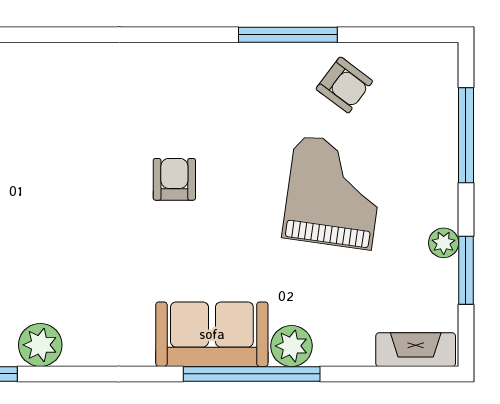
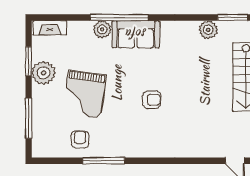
armchair: (344, 85) -> (80, 139), turned 53
armchair: (174, 179) -> (152, 100), turned -90
plant: (444, 243) -> (44, 73), width x1.88, depth x1.88

